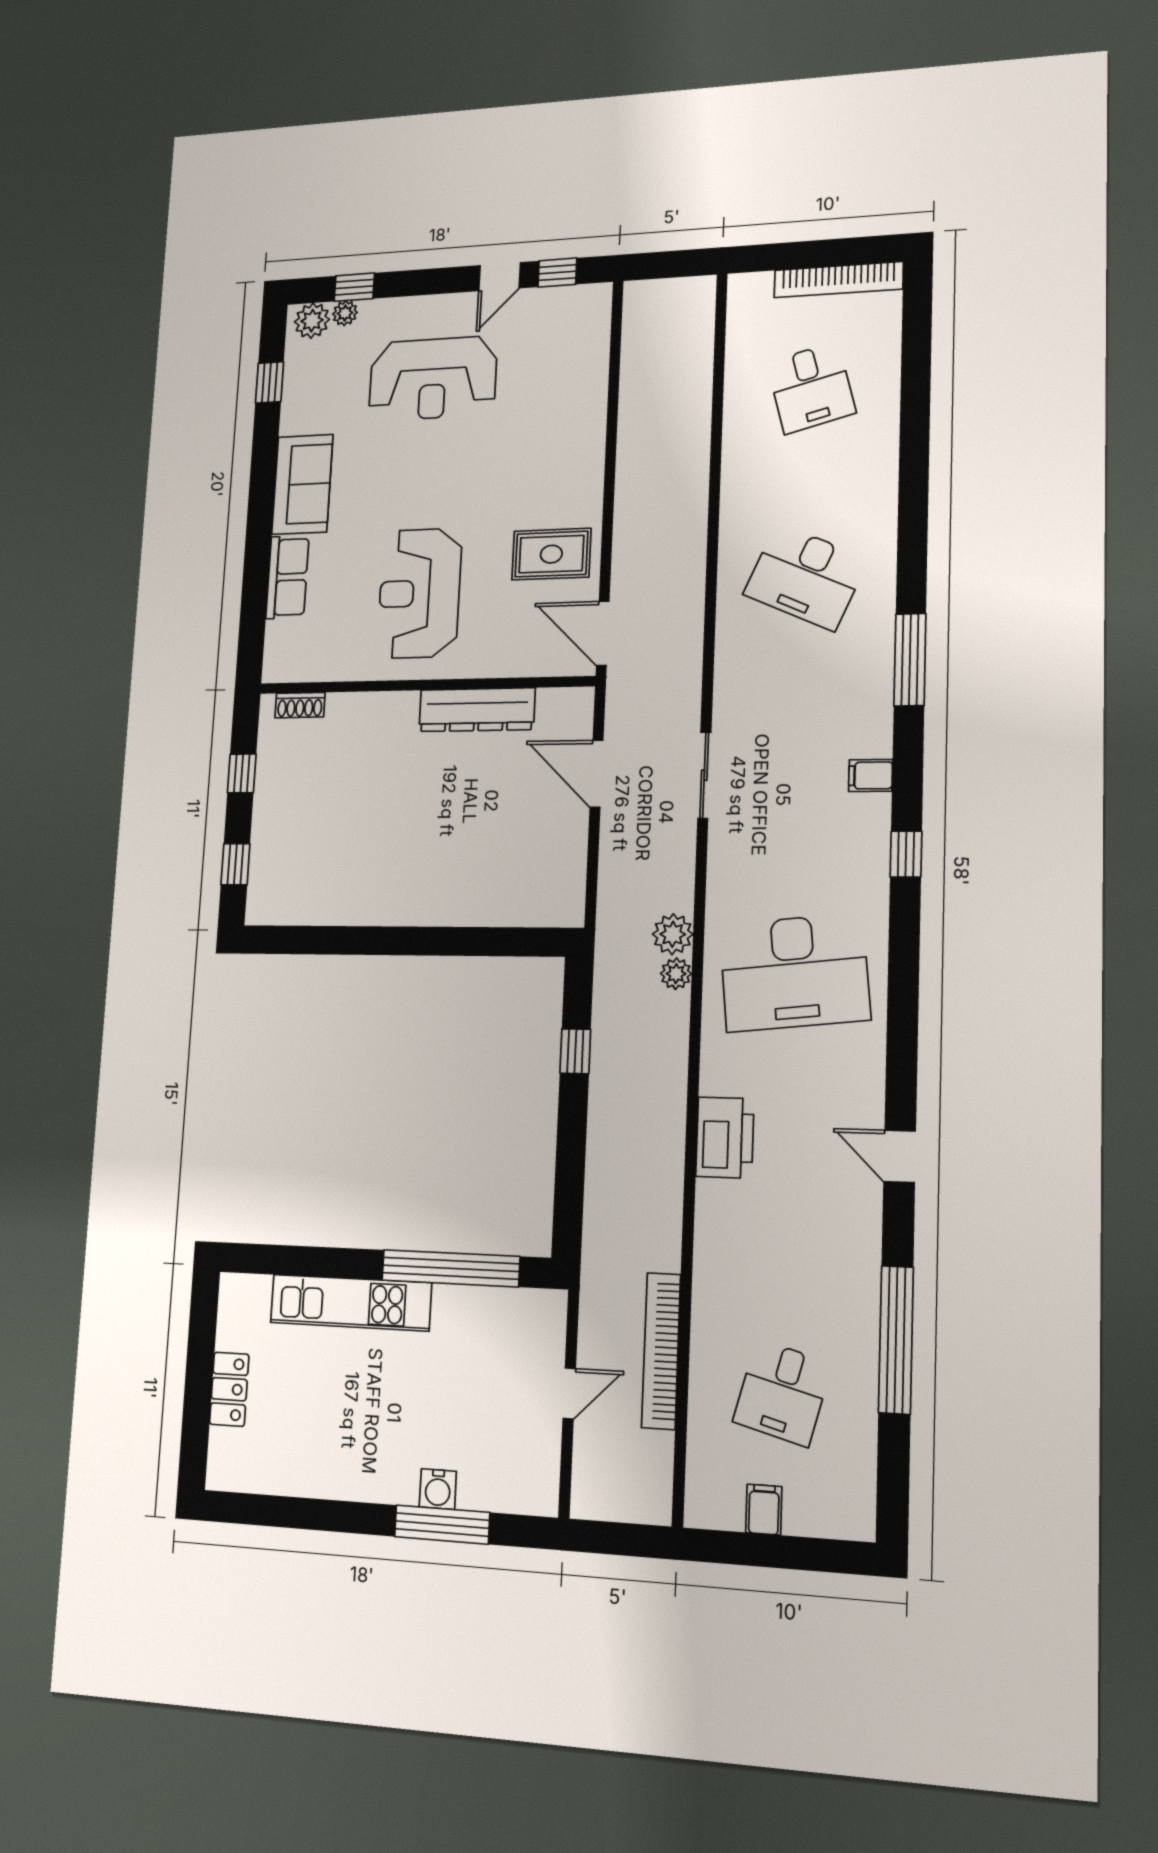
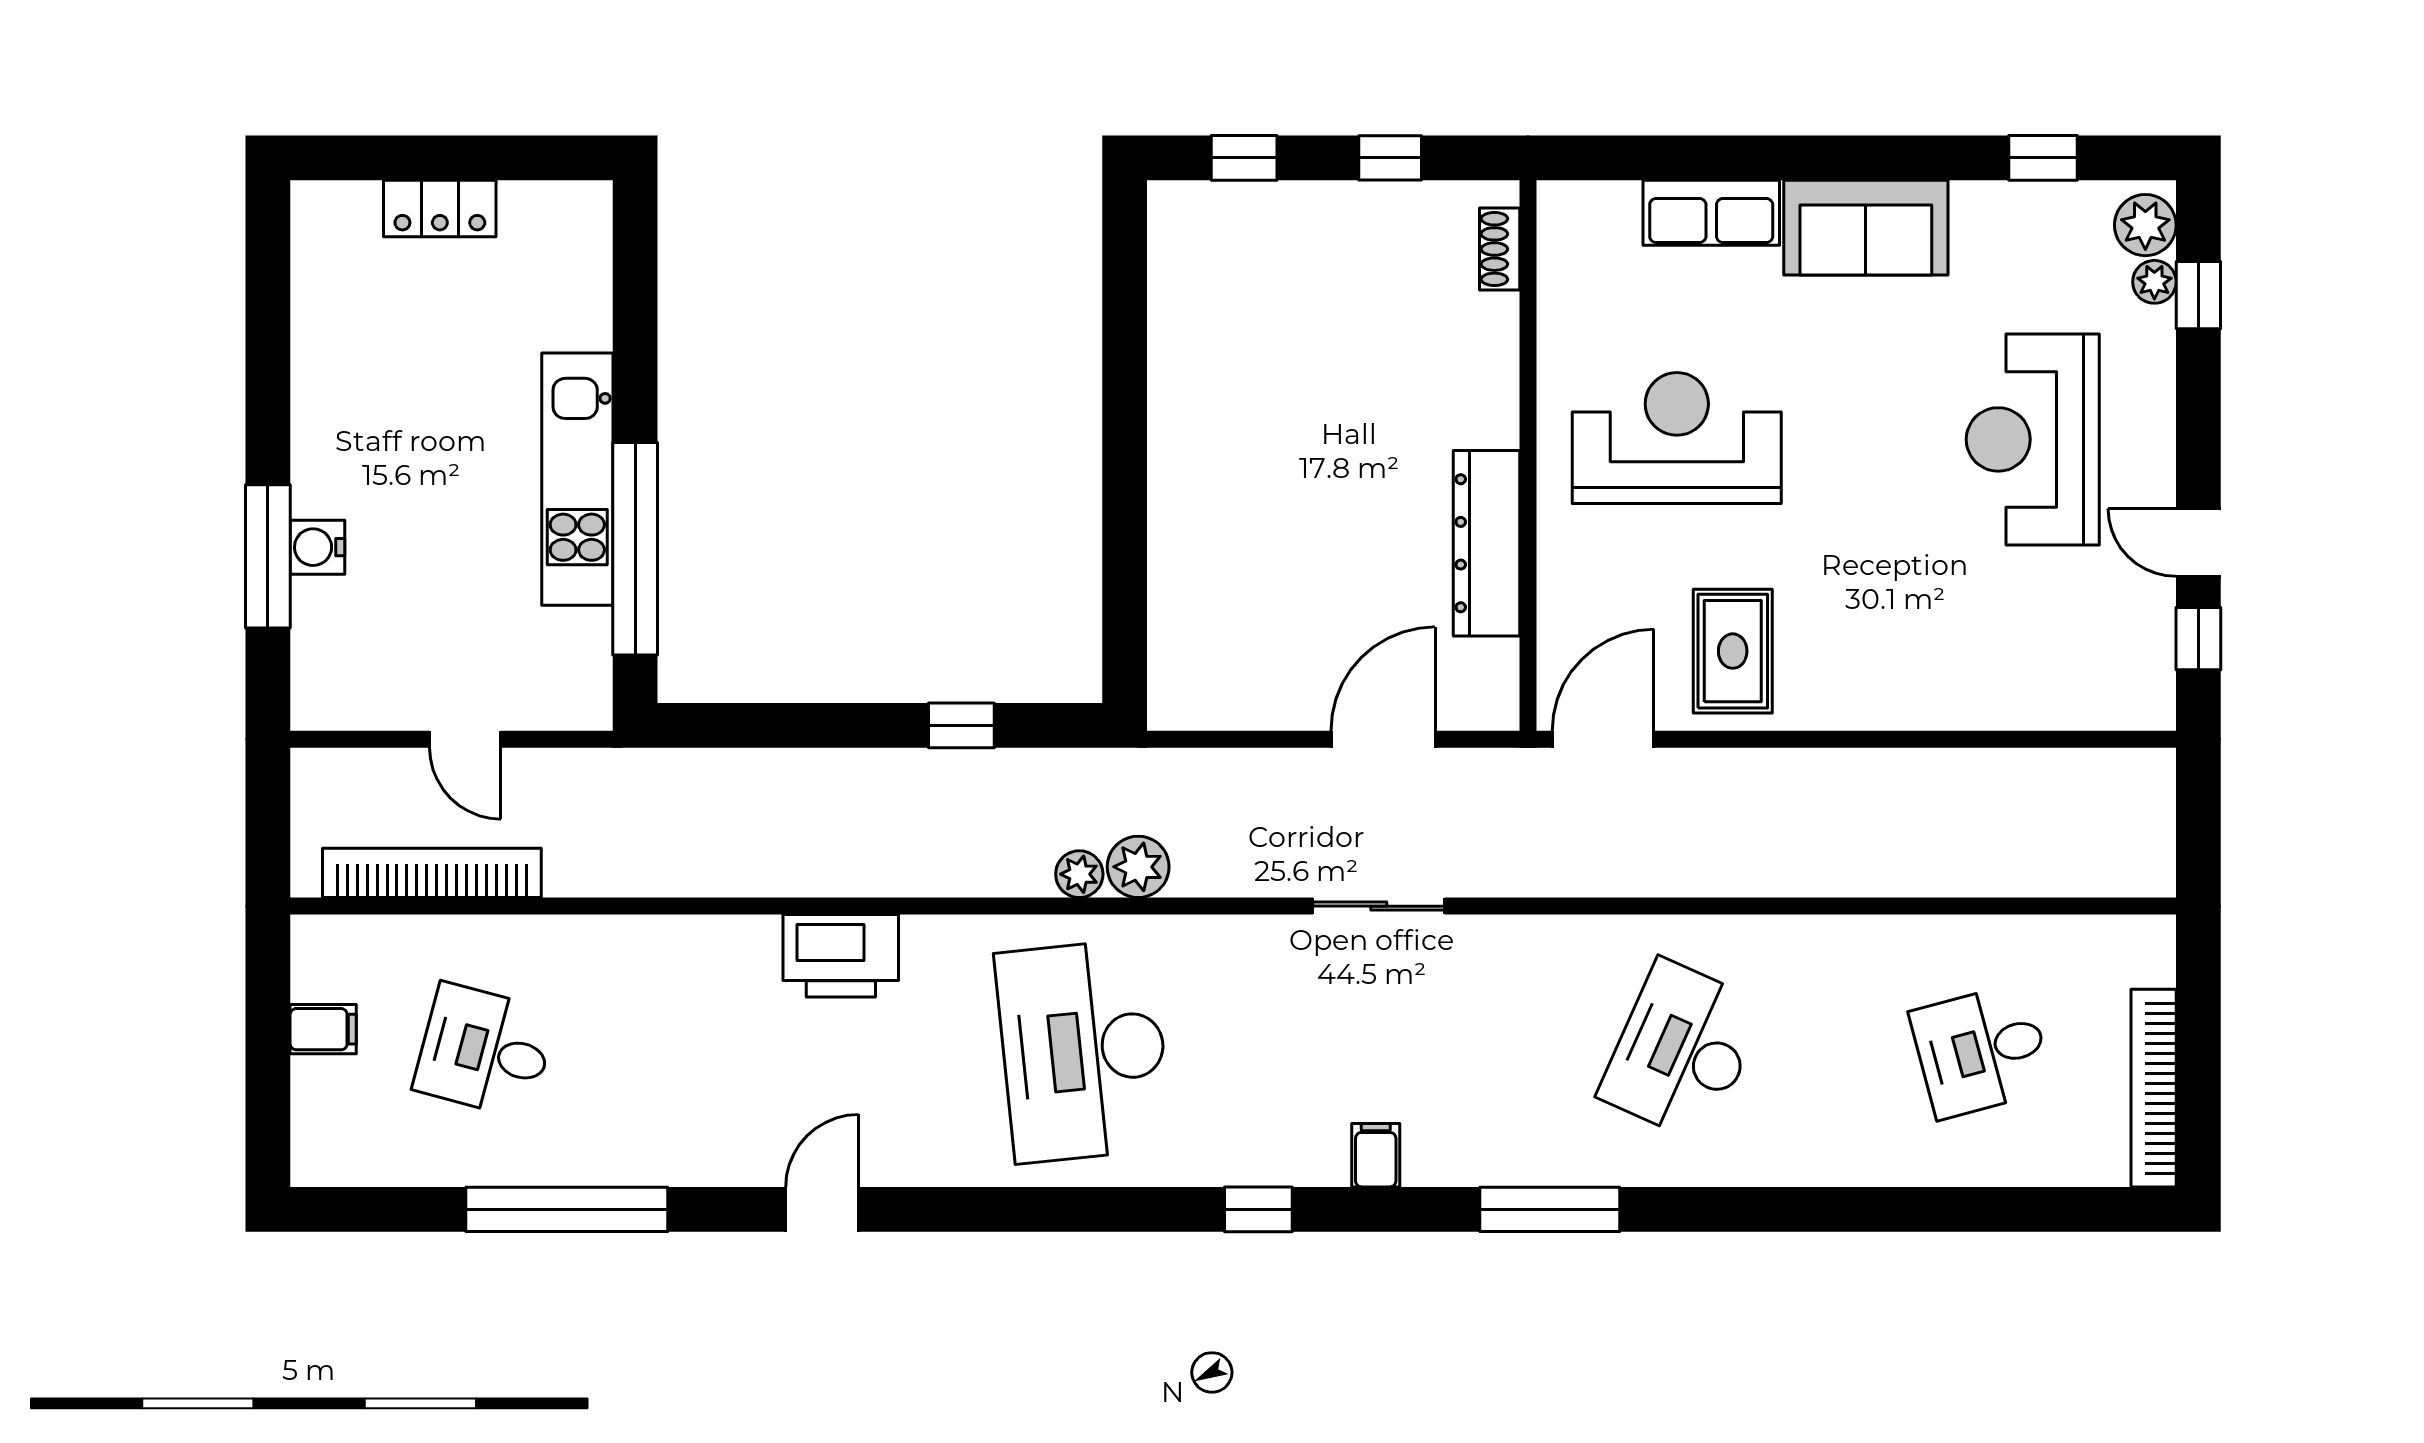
kitchen unit: (351, 1303) -> (577, 479), moved
bookcase: (661, 1351) -> (432, 873), moved

